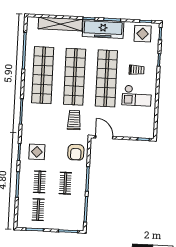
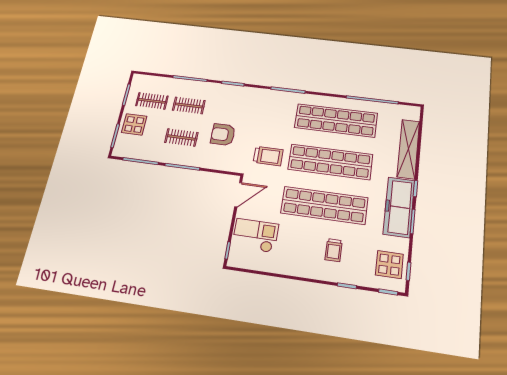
checkout: (137, 96) -> (255, 235), moved, turned 90
display table: (37, 152) -> (134, 124), moved
armchair: (76, 152) -> (223, 134), moved

